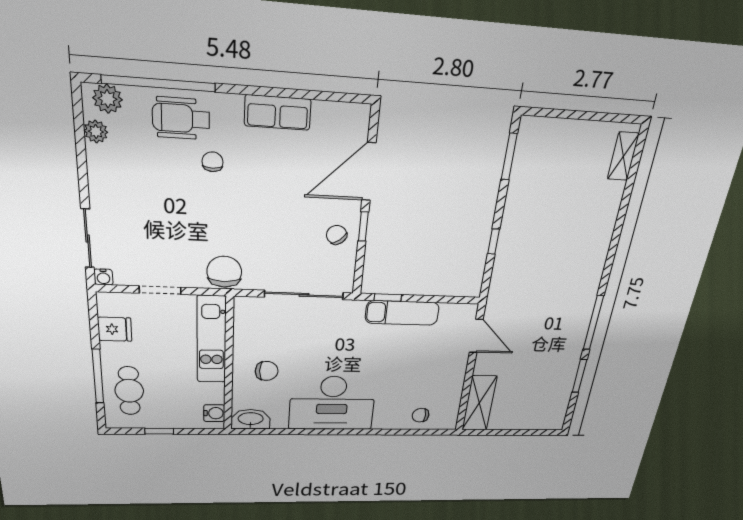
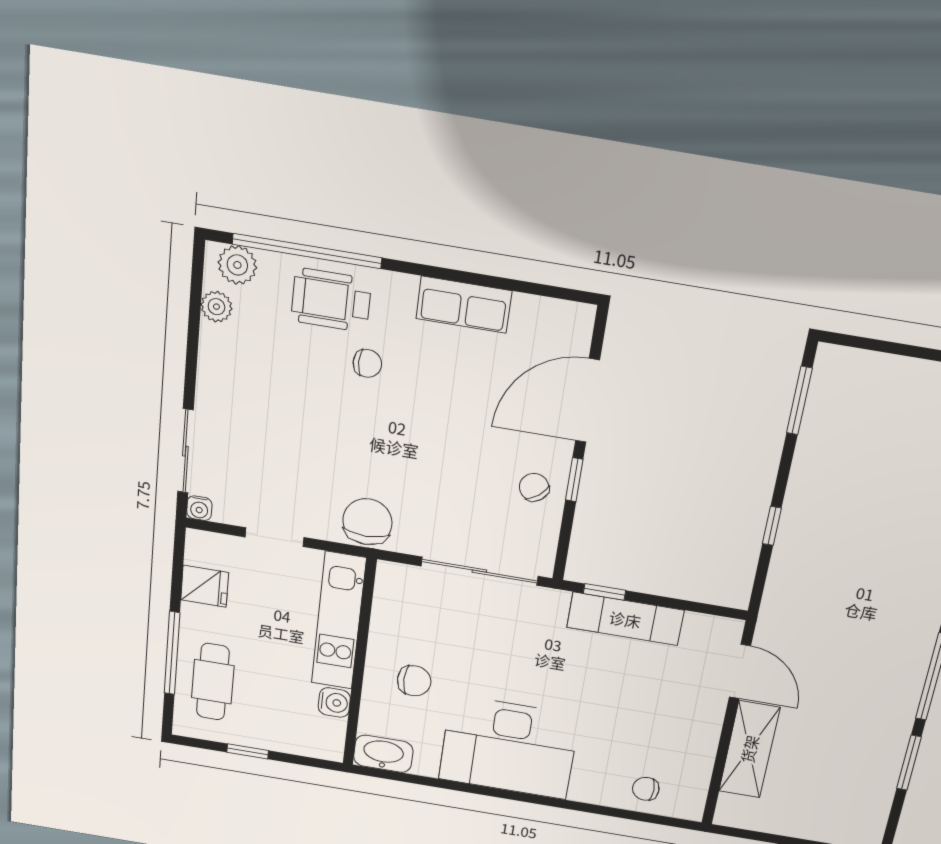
chair: (213, 162) -> (367, 363), turned 90
shelving: (479, 403) -> (749, 749), moved
water cooler: (214, 413) -> (334, 703), moved

